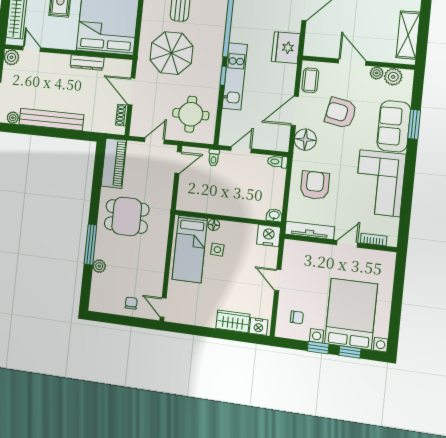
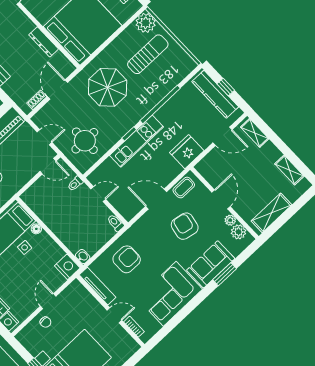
floor lamp: (305, 140) -> (146, 224), removed
chair: (297, 317) -> (46, 322), moved

